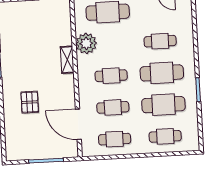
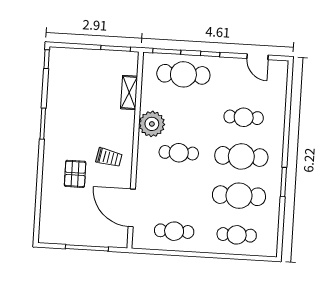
plant: (86, 43) -> (152, 124), moved
shelving: (67, 60) -> (129, 92), moved
trolley: (55, 86) -> (109, 157), added
cafe table: (113, 107) -> (176, 192), removed

